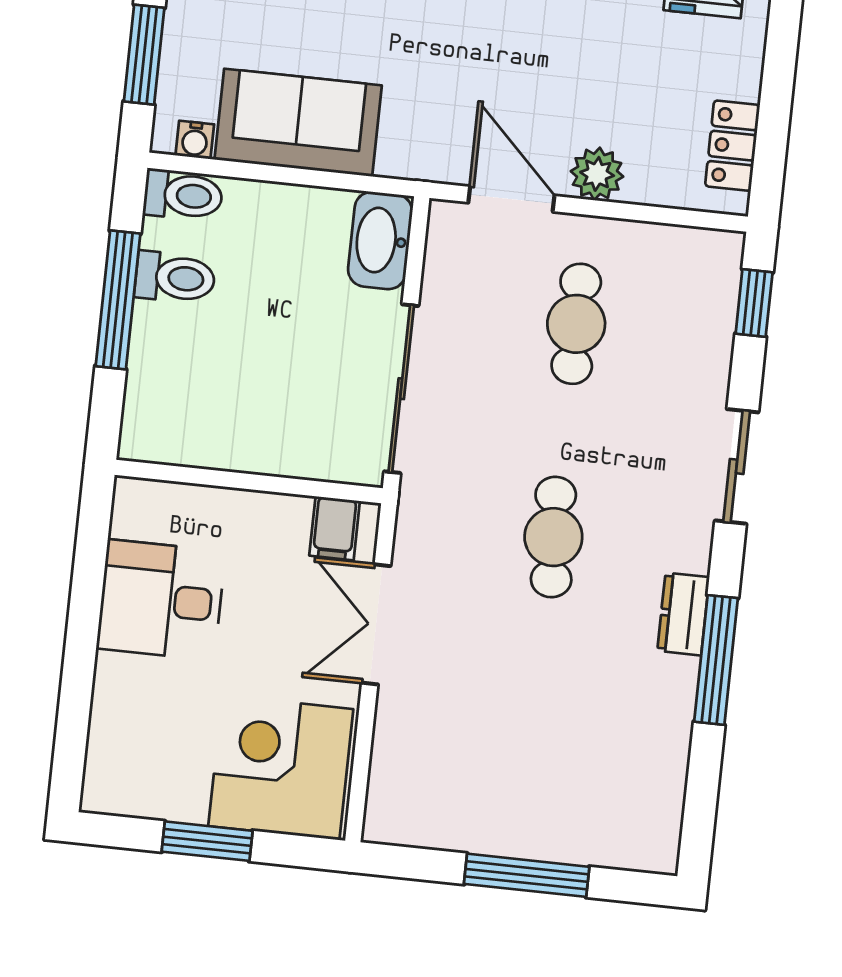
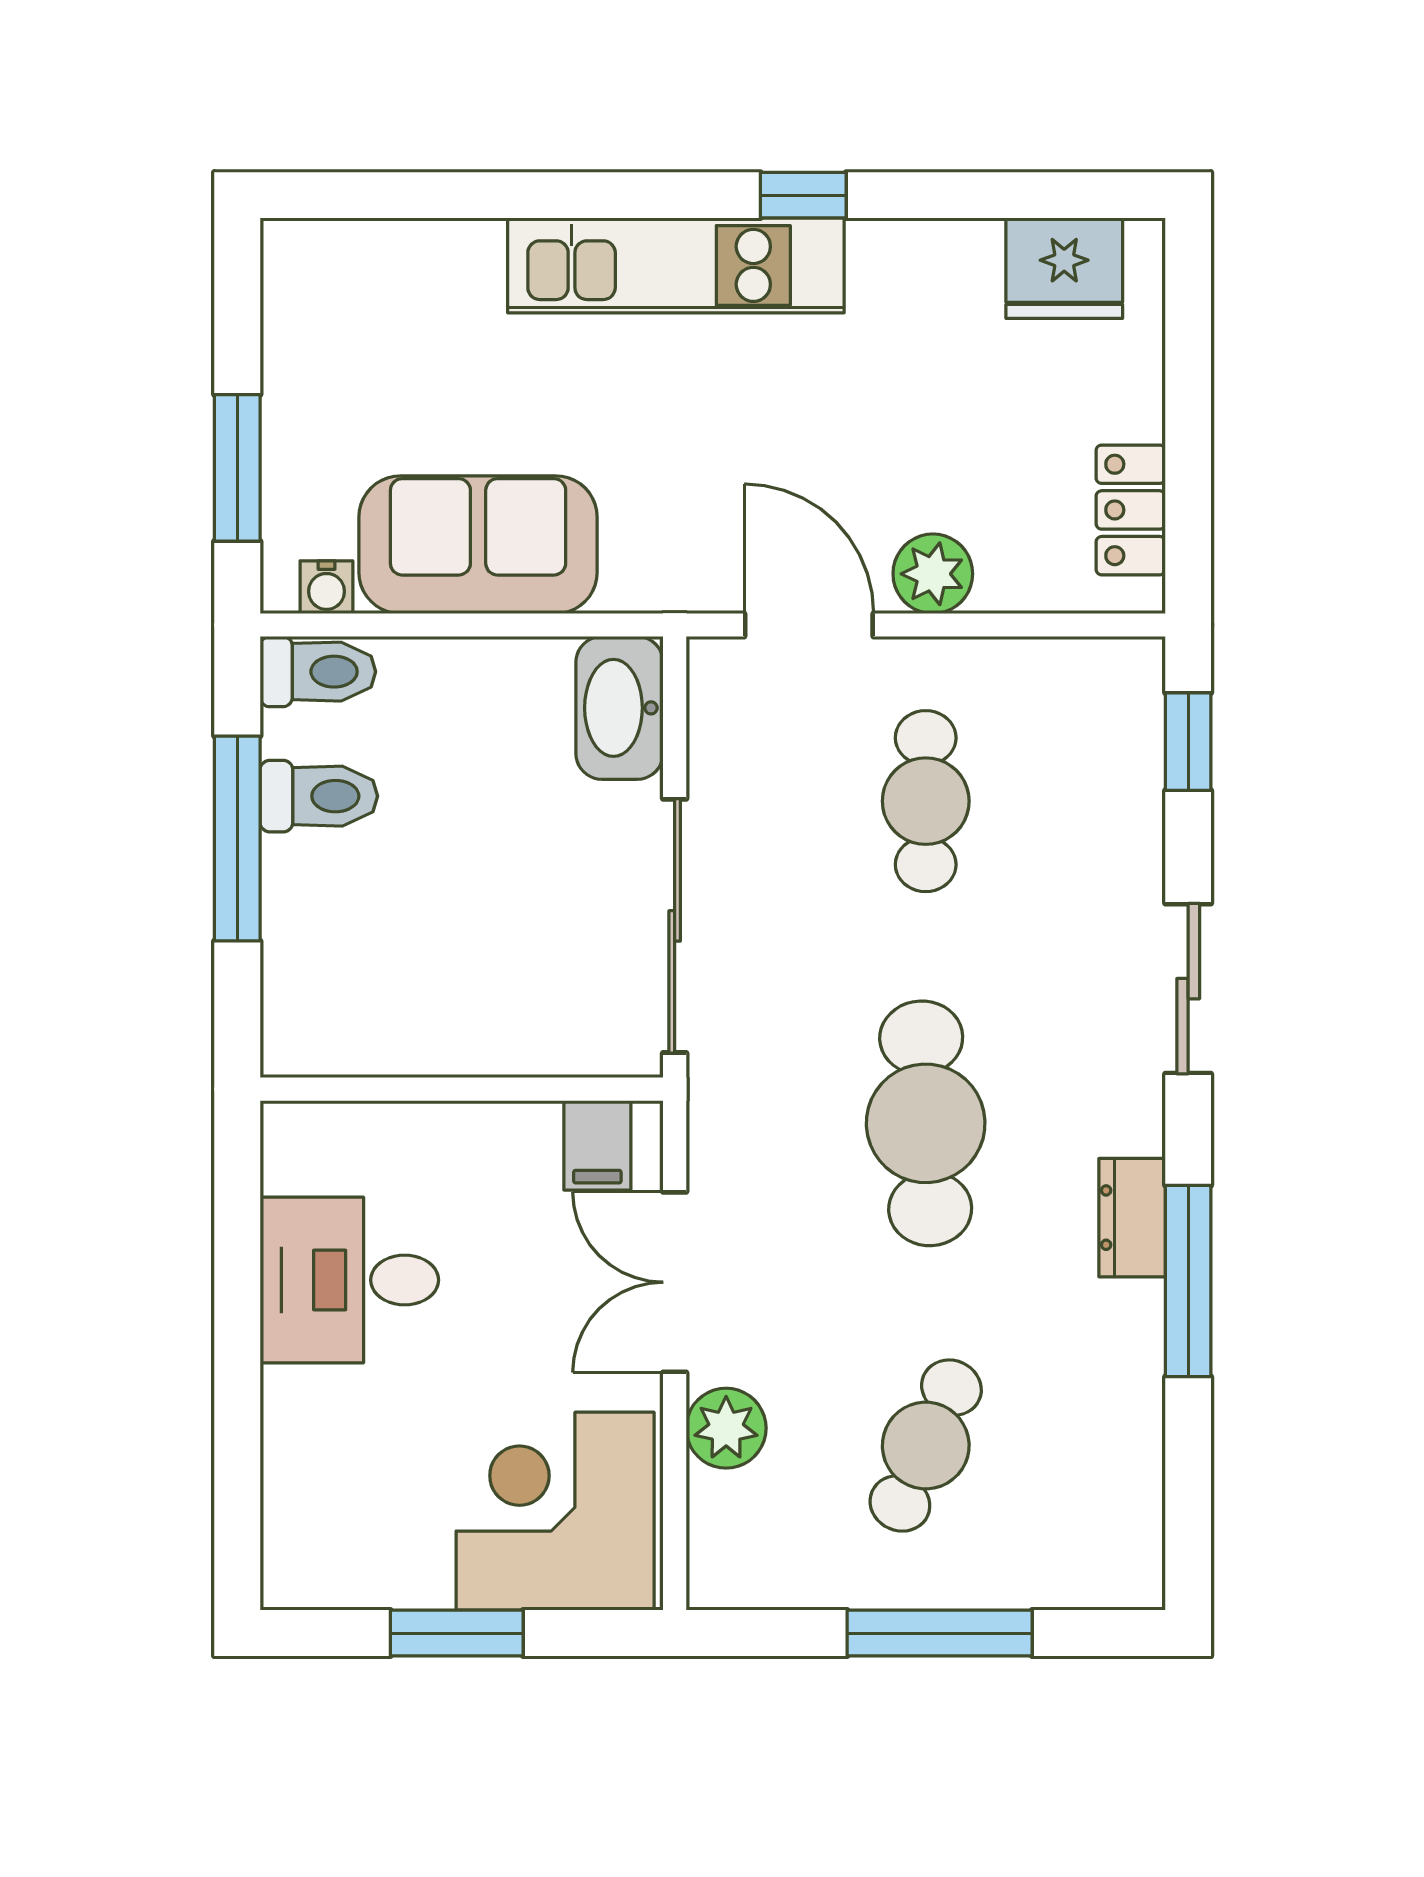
cafe table: (553, 537) -> (926, 1123), width x1.37, depth x1.35
plant: (400, 725) -> (726, 1428), added
cafe table: (531, 750) -> (926, 1446), added

